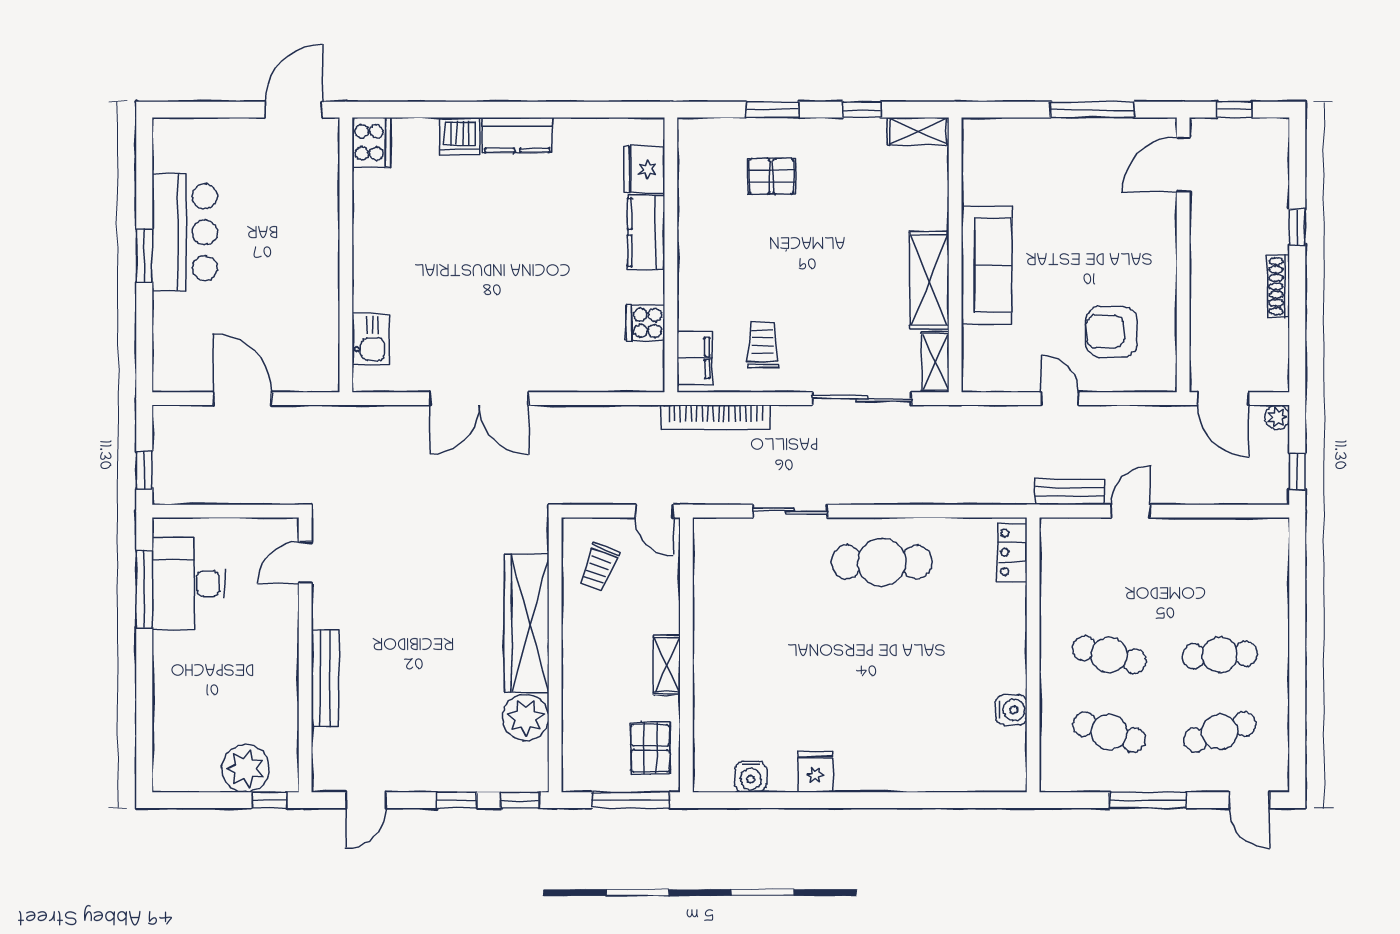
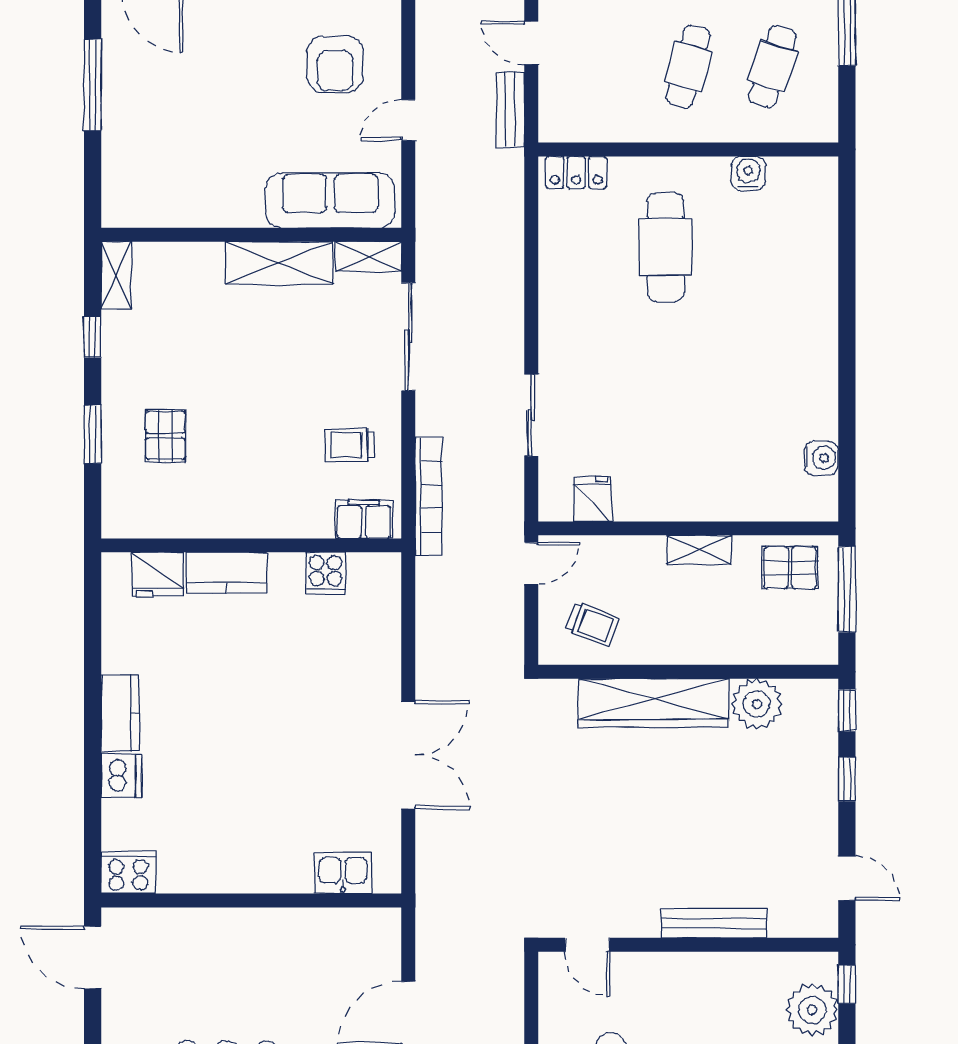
sofa: (986, 265) -> (330, 200), moved
cafe table: (882, 562) -> (666, 247), moved
fridge: (815, 772) -> (592, 499), moved, turned 90

